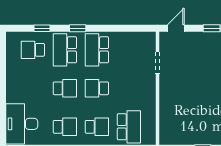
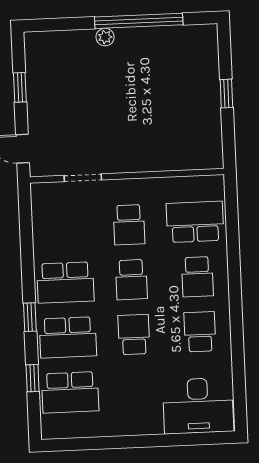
school desk: (33, 50) -> (70, 392), width x1.85
school desk: (129, 88) -> (129, 225), added
school desk: (97, 127) -> (197, 277), turned 180

